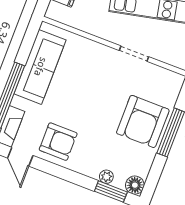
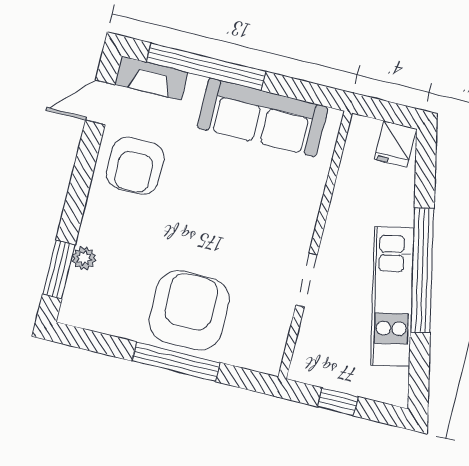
armchair: (143, 121) -> (189, 310), turned 90
floor lamp: (135, 185) -> (75, 310), removed

